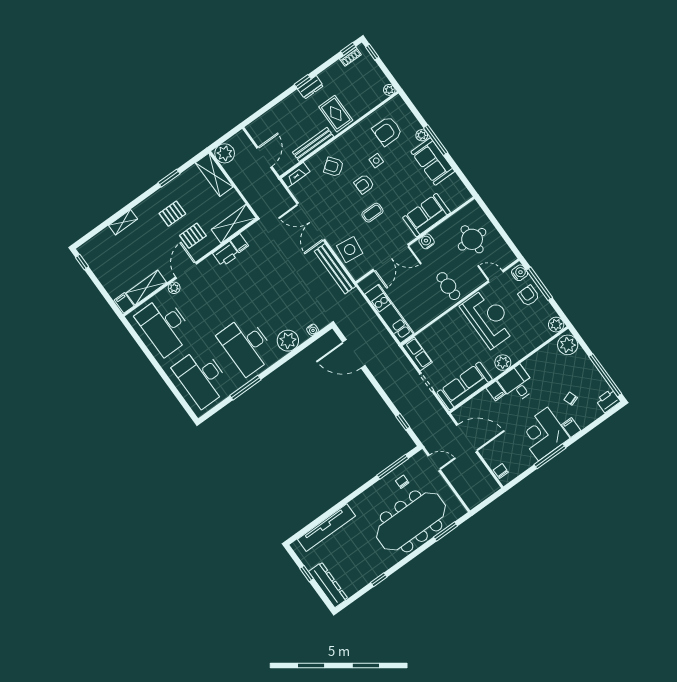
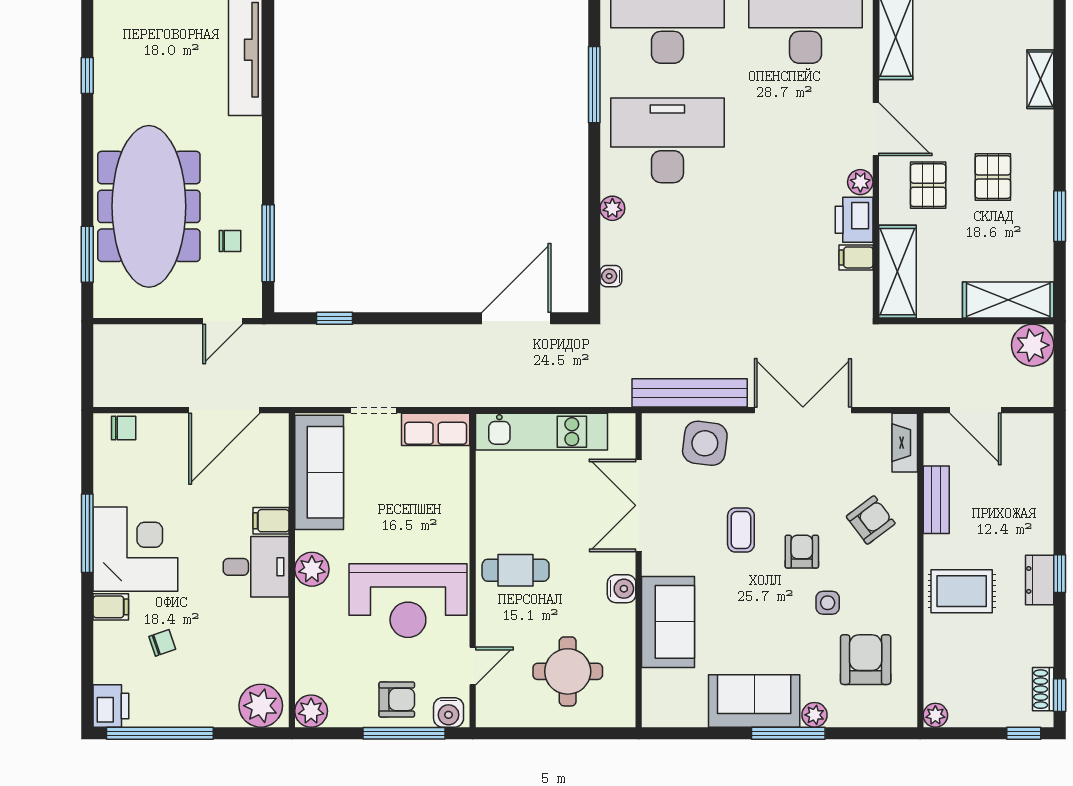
bench: (313, 144) -> (936, 500), width x0.73
plant: (174, 288) -> (860, 182), moved
plant: (288, 341) -> (612, 208), width x0.53, depth x0.53

